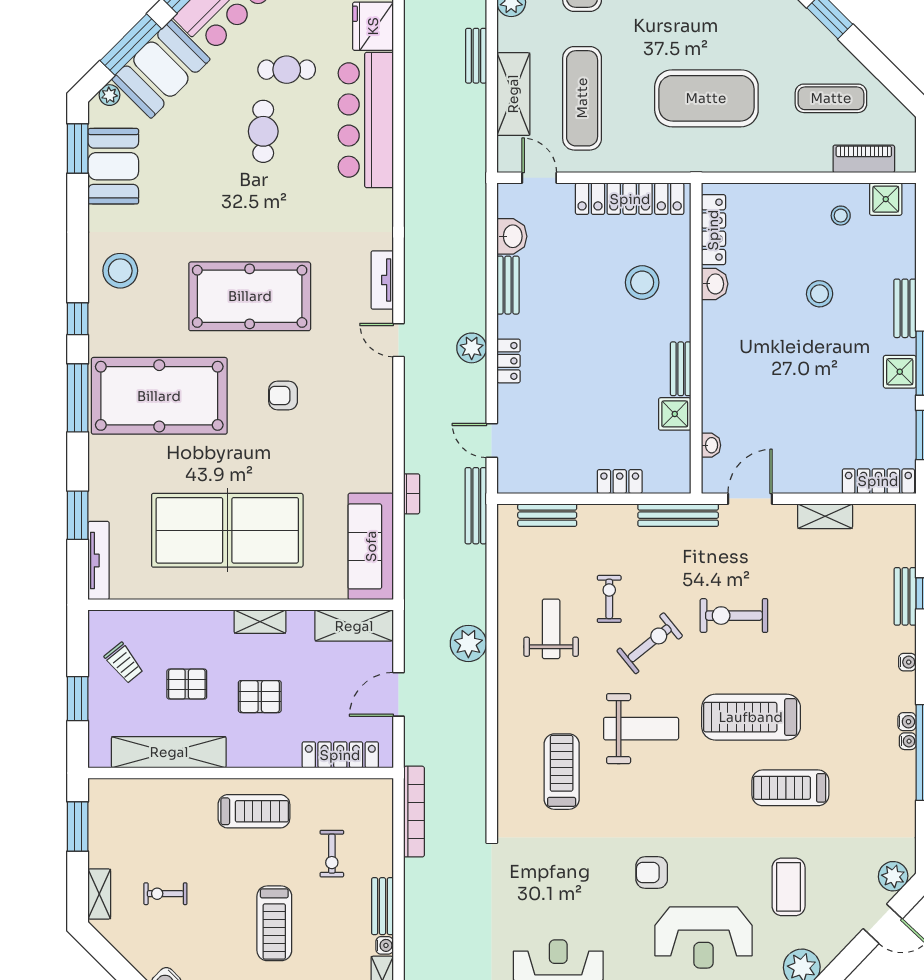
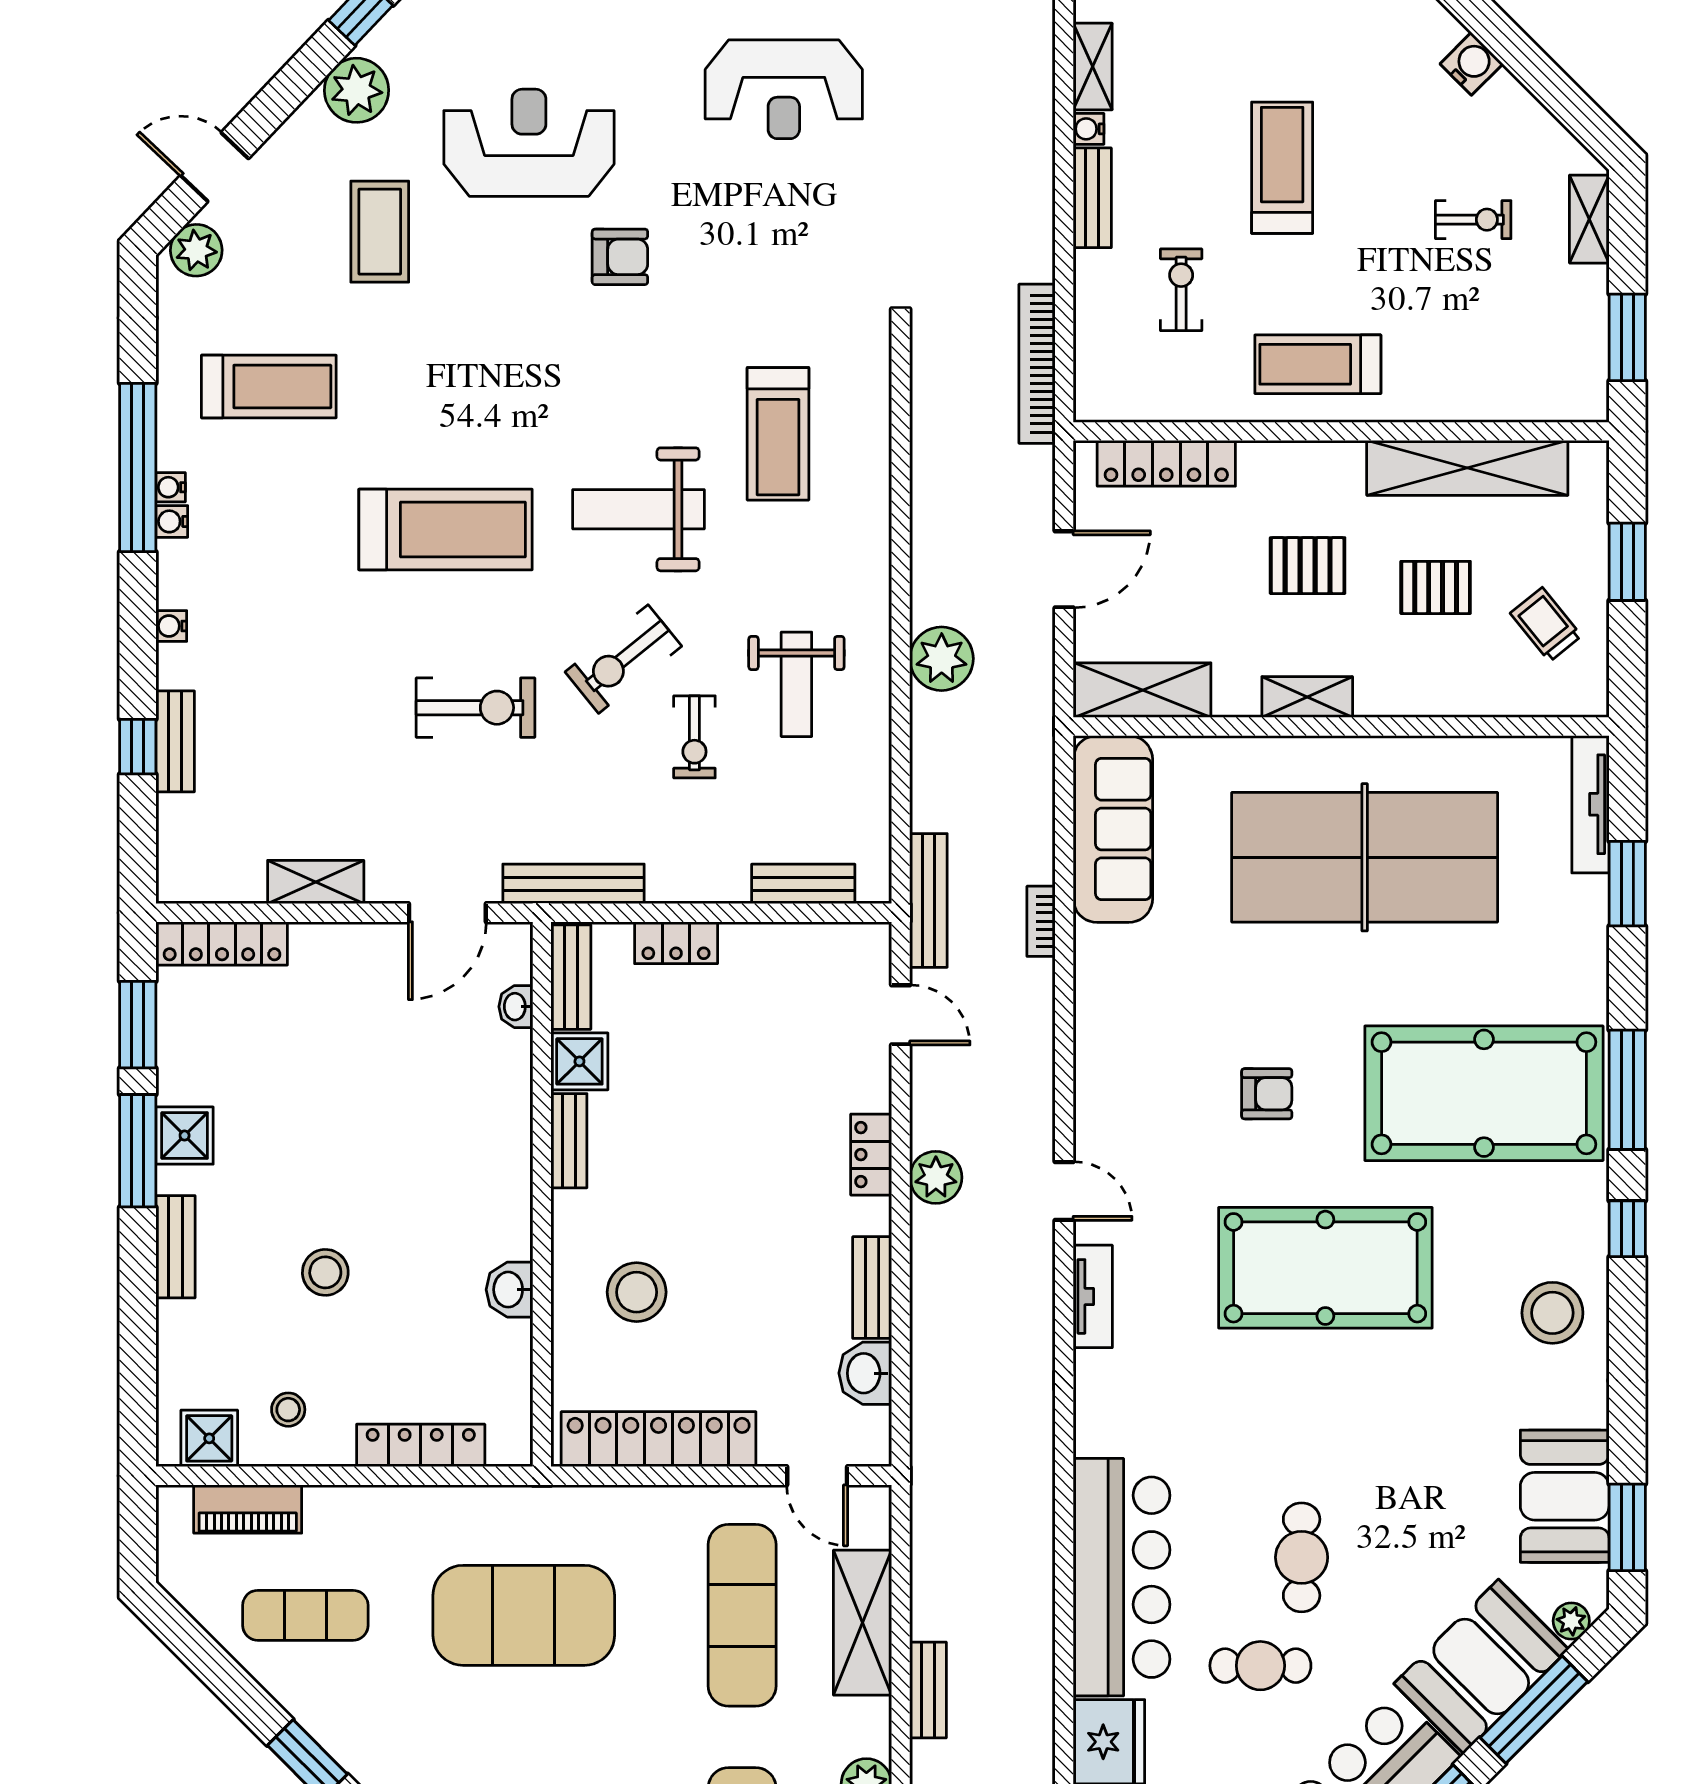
locker: (713, 230) -> (421, 1445), moved, turned 90
bench: (680, 462) -> (571, 977), added
treadmill: (790, 788) -> (269, 386), moved

